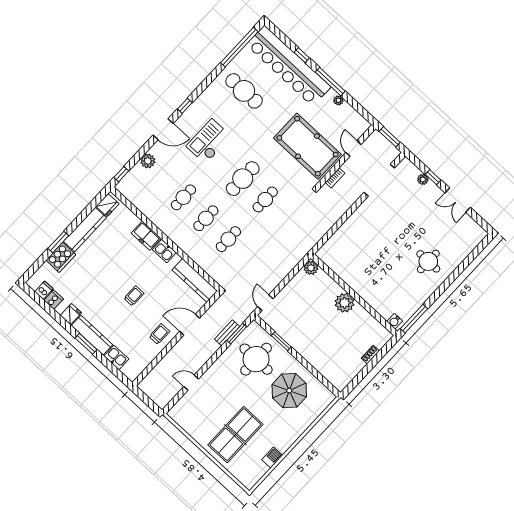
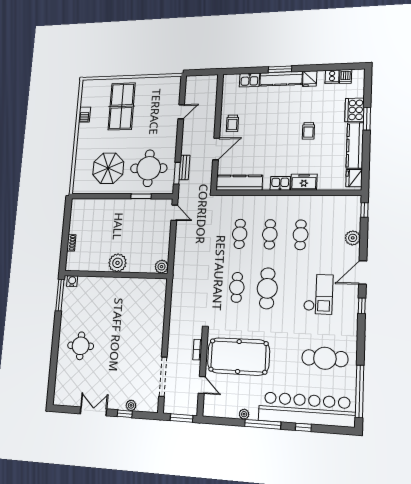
trolley: (134, 296) -> (308, 131), moved

